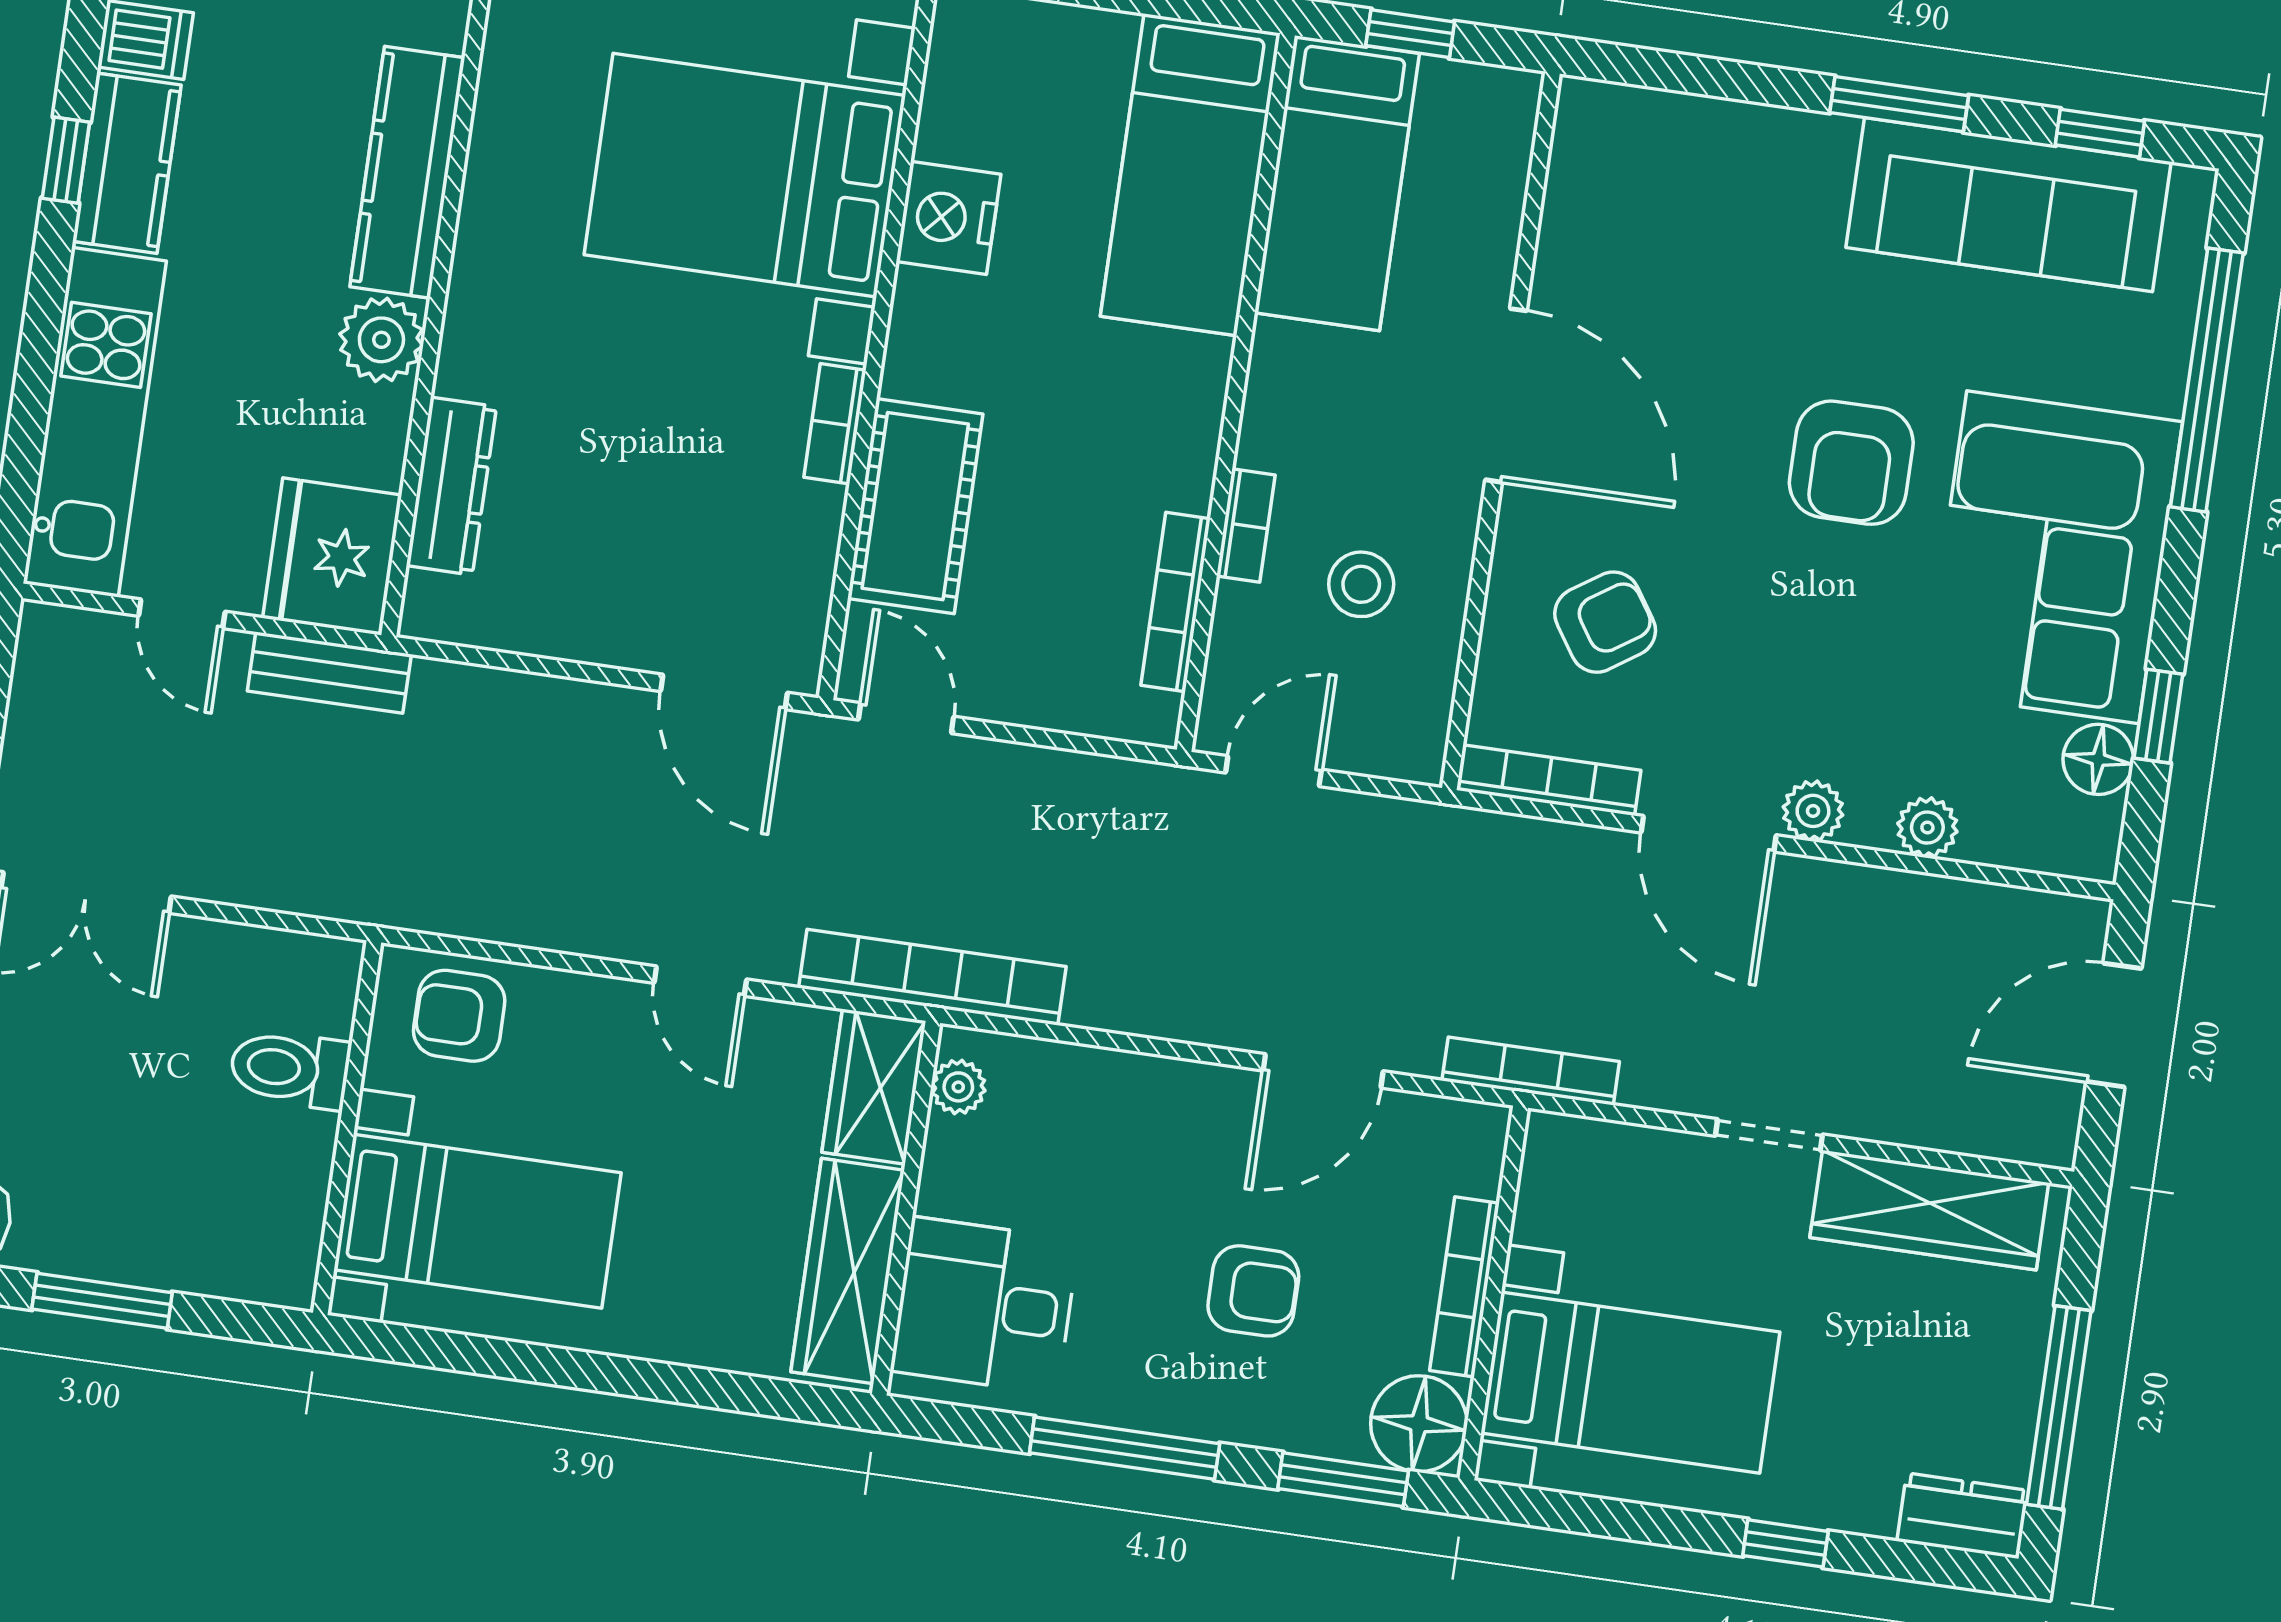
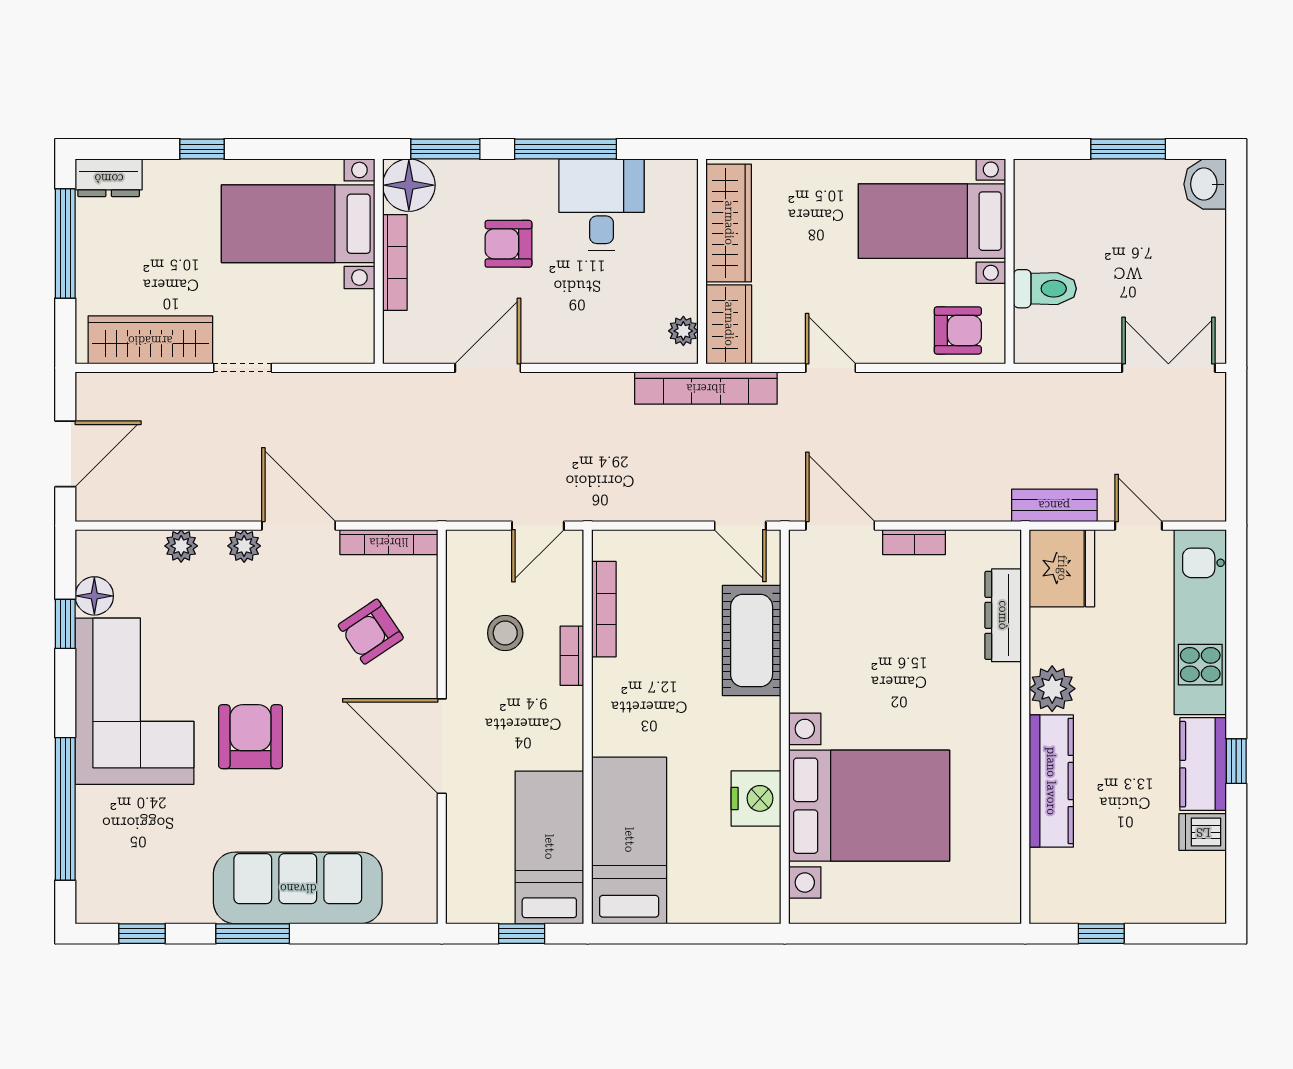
sofa: (2009, 205) -> (298, 888), moved
bookcase: (835, 424) -> (914, 542), moved, turned 90
bookcase: (1531, 1071) -> (376, 384), removed
desk: (985, 1306) -> (601, 205), moved, turned -90

